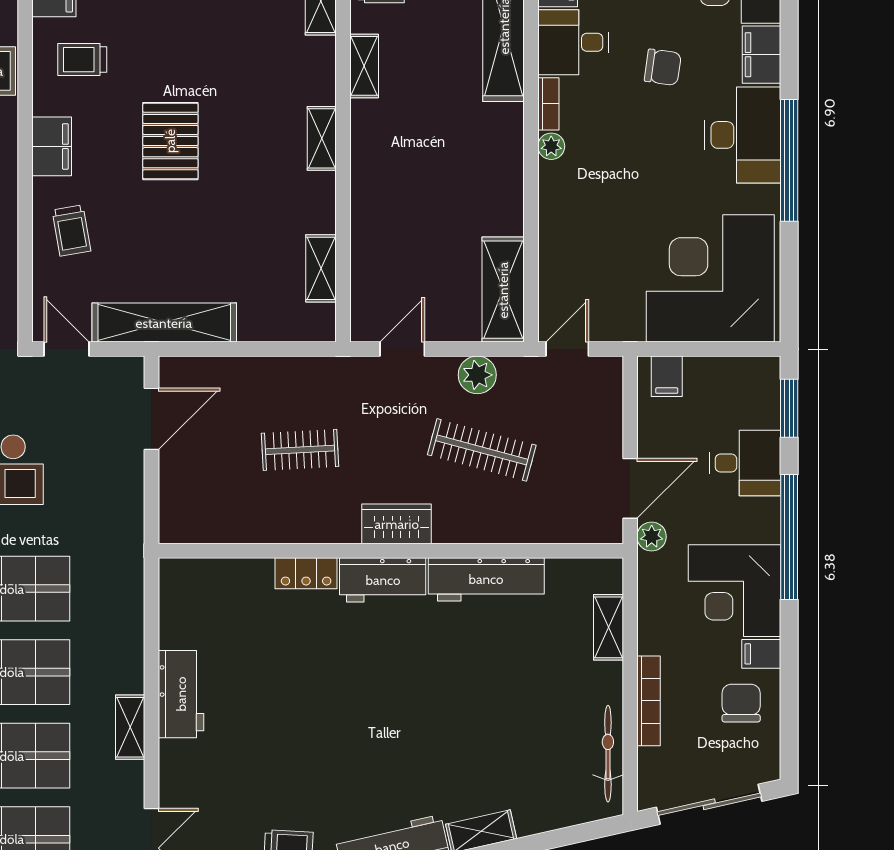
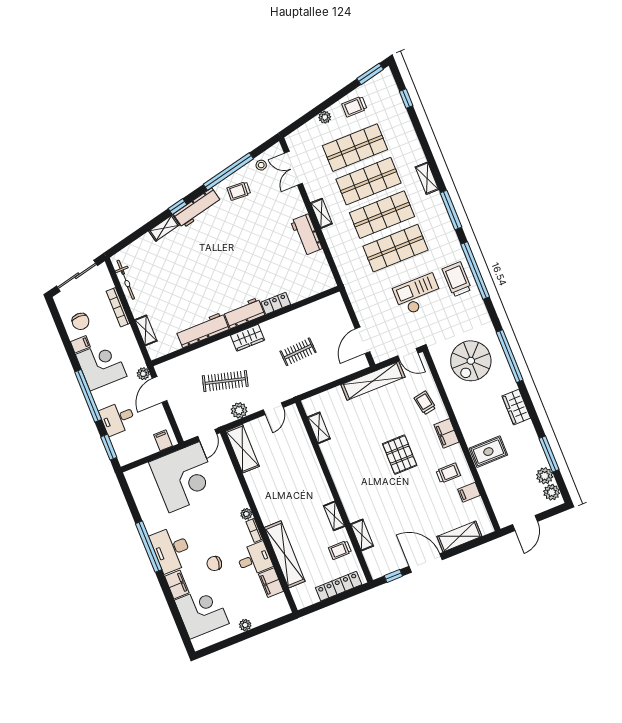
shelving: (322, 138) -> (339, 480), removed
corner desk: (710, 278) -> (184, 477), moved

